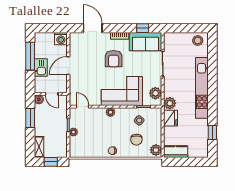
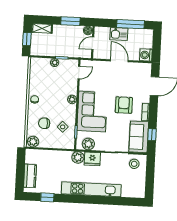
stool: (198, 41) -> (134, 164), moved
armchair: (114, 59) -> (124, 105), turned 90
fridge: (171, 118) -> (92, 159), moved
kitchen counter: (176, 152) -> (30, 176), moved

